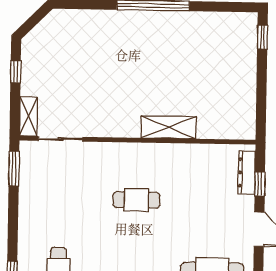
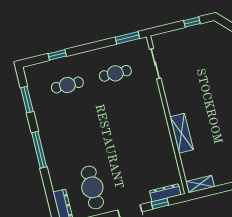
shelving: (29, 116) -> (200, 184), moved
cafe table: (136, 200) -> (115, 73), moved, turned 90

